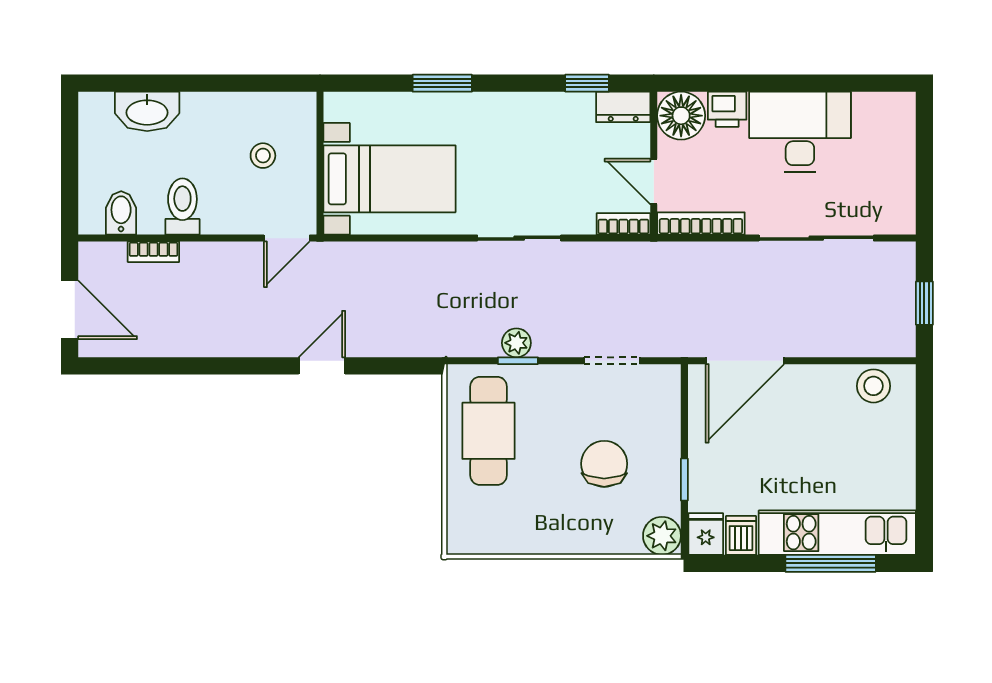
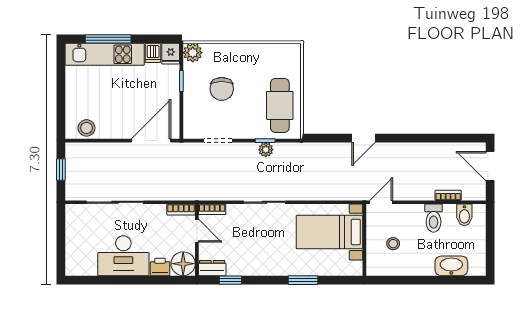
bookcase: (701, 223) -> (181, 210), width x0.64

